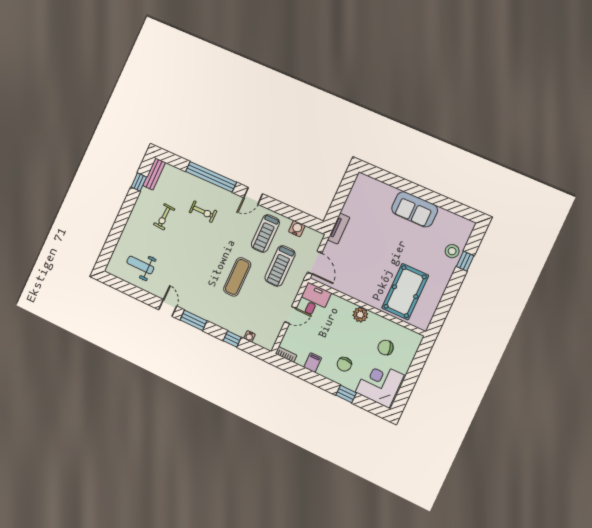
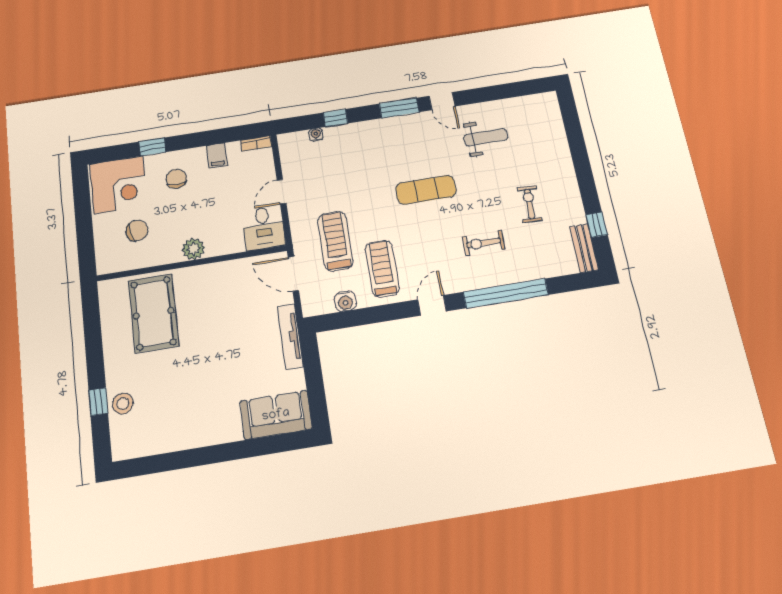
sofa: (415, 209) -> (276, 415), moved
tv unit: (339, 229) -> (290, 336), width x1.41
weight bench: (140, 265) -> (486, 137), moved
exercise mat: (237, 277) -> (426, 190), moved, turned 90

